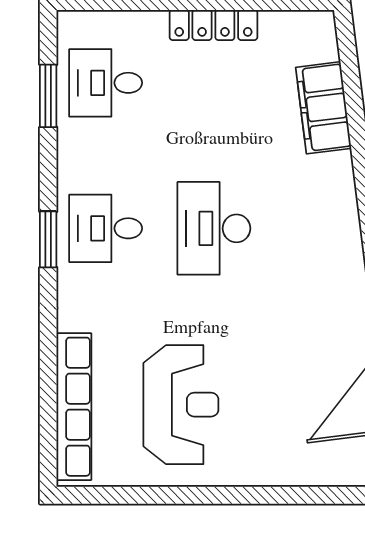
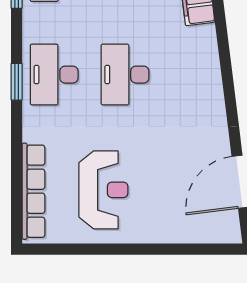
desk: (106, 228) -> (54, 75), width x1.37

